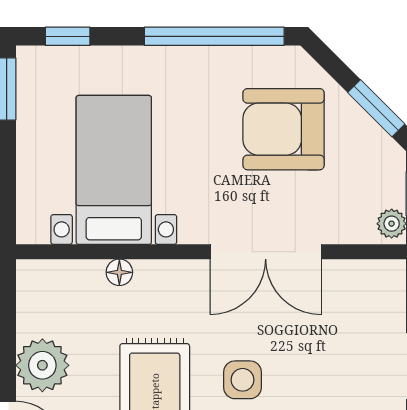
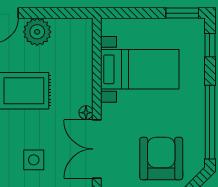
floor lamp: (119, 272) -> (86, 113), moved
side table: (243, 380) -> (34, 160), moved

